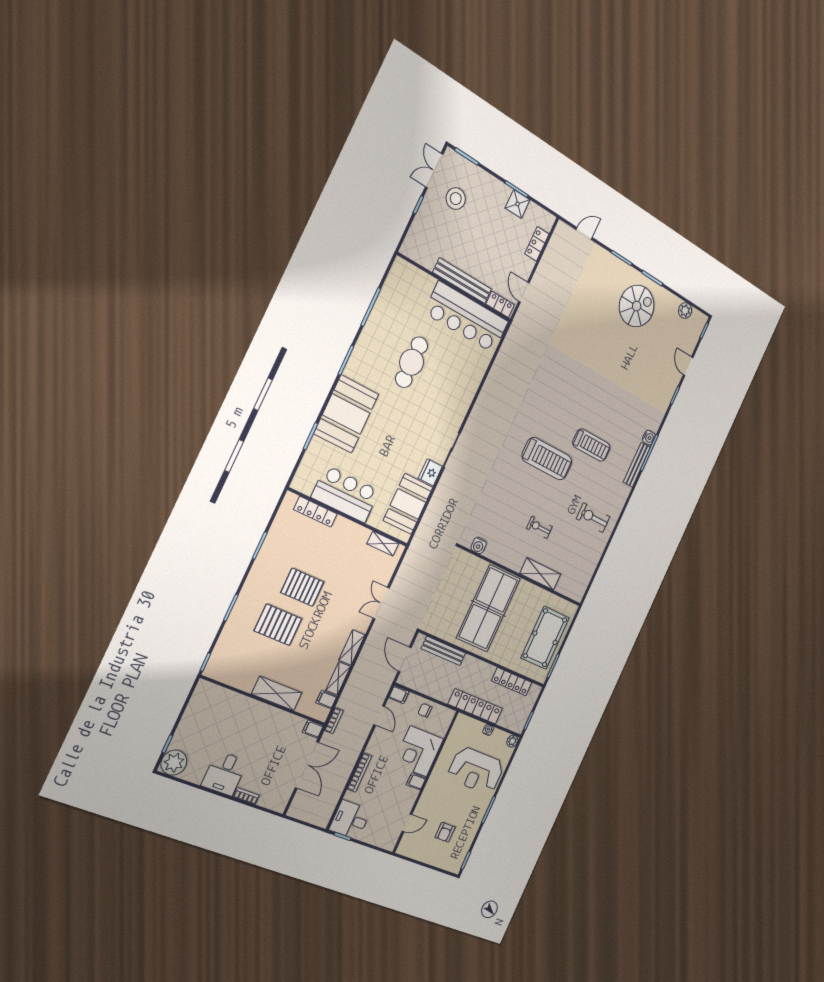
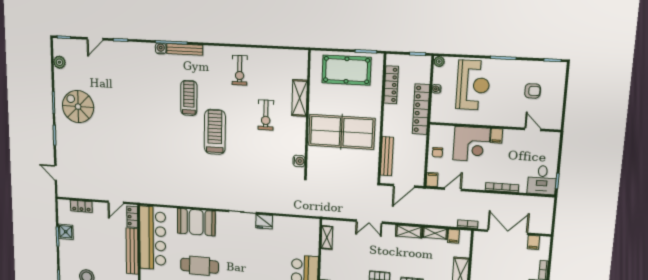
booth: (408, 504) -> (196, 222), moved
exercise bike: (539, 527) -> (266, 115), width x1.38, depth x1.39
filing cabinet: (313, 729) -> (533, 242), moved

